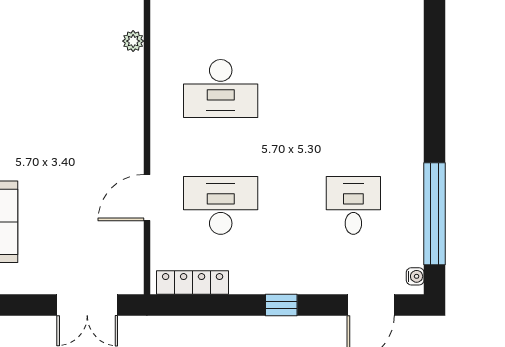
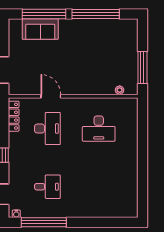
desk: (221, 88) -> (99, 129), turned -90

